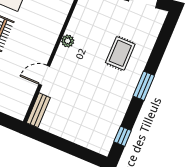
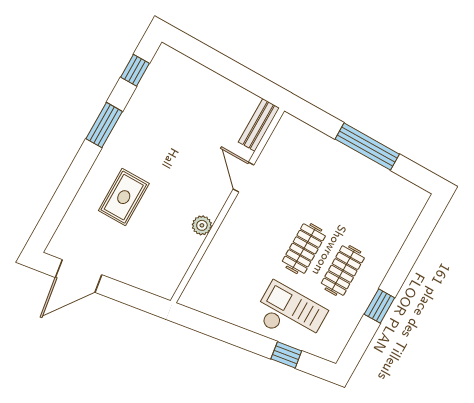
door: (44, 75) -> (244, 177), swing flipped
window: (144, 86) -> (104, 125), moved

